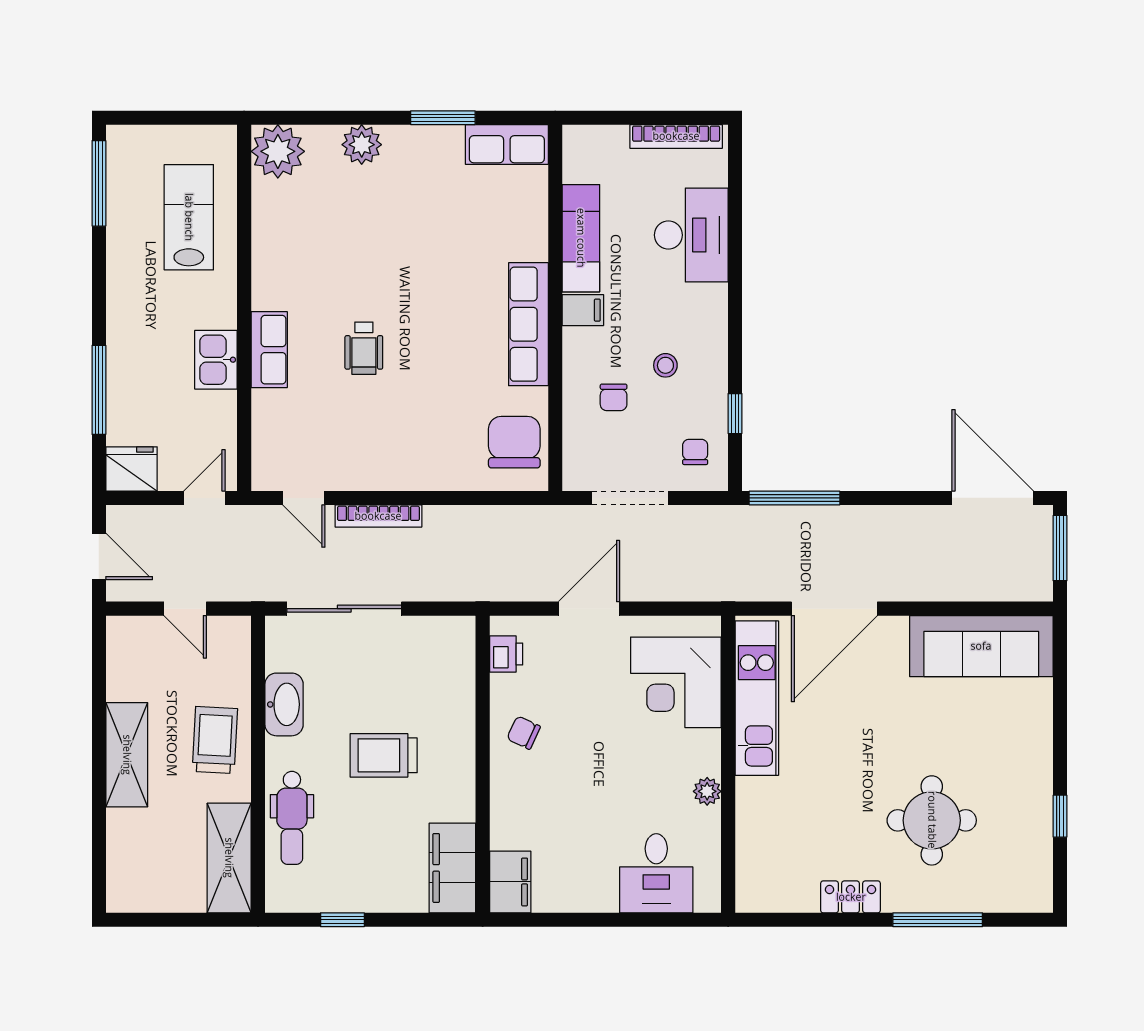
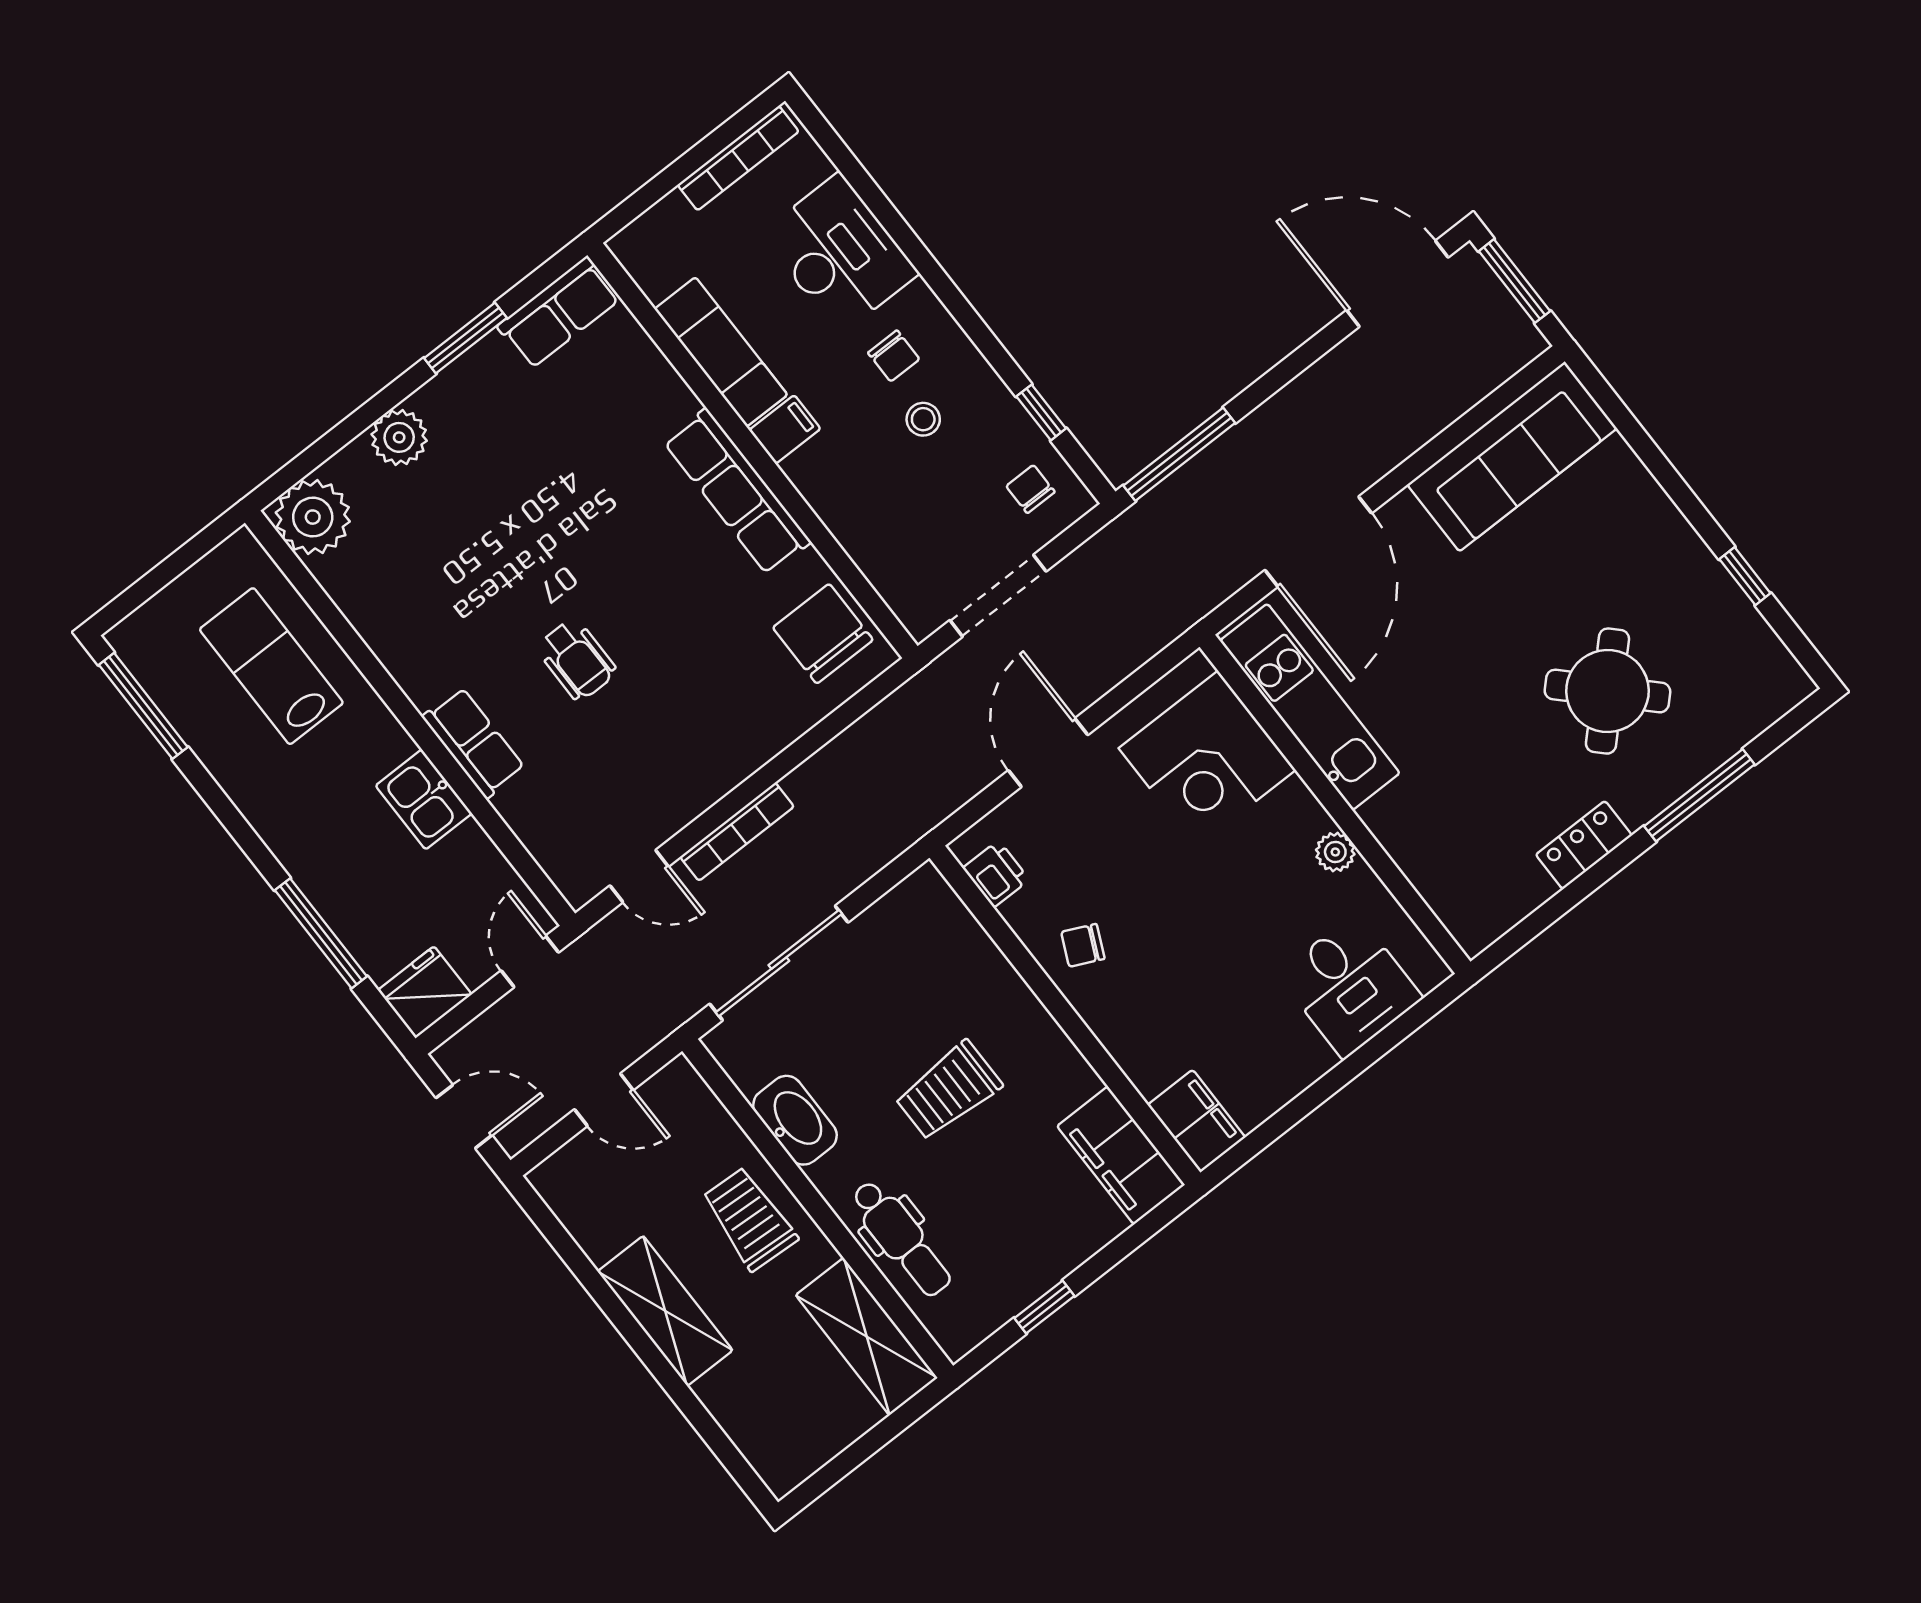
chair: (614, 397) -> (894, 356), moved
round table: (932, 820) -> (1607, 691), turned 45

